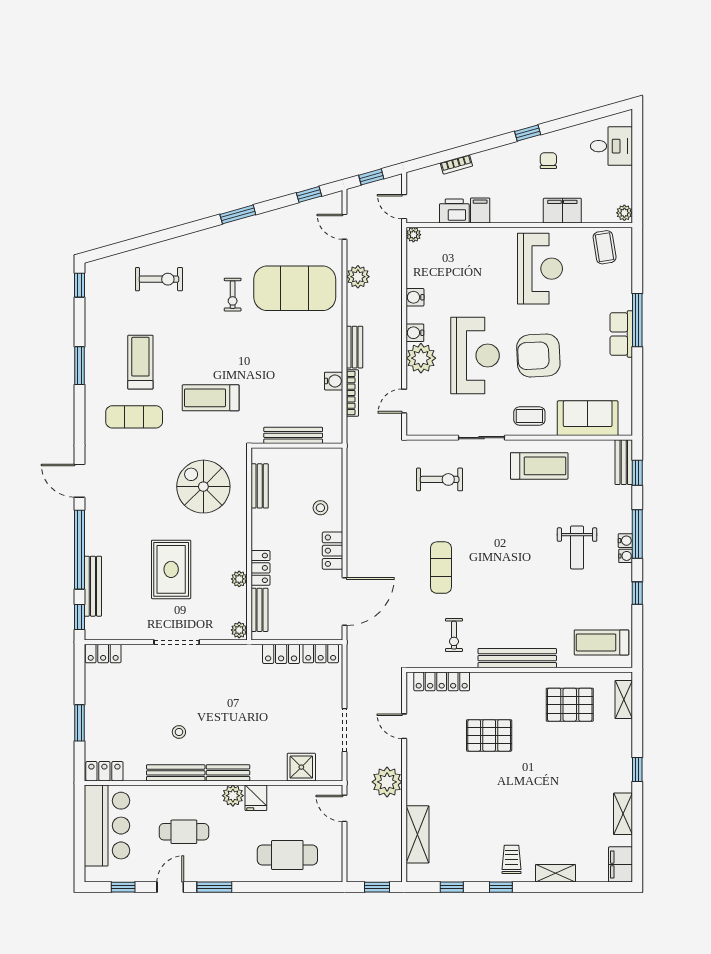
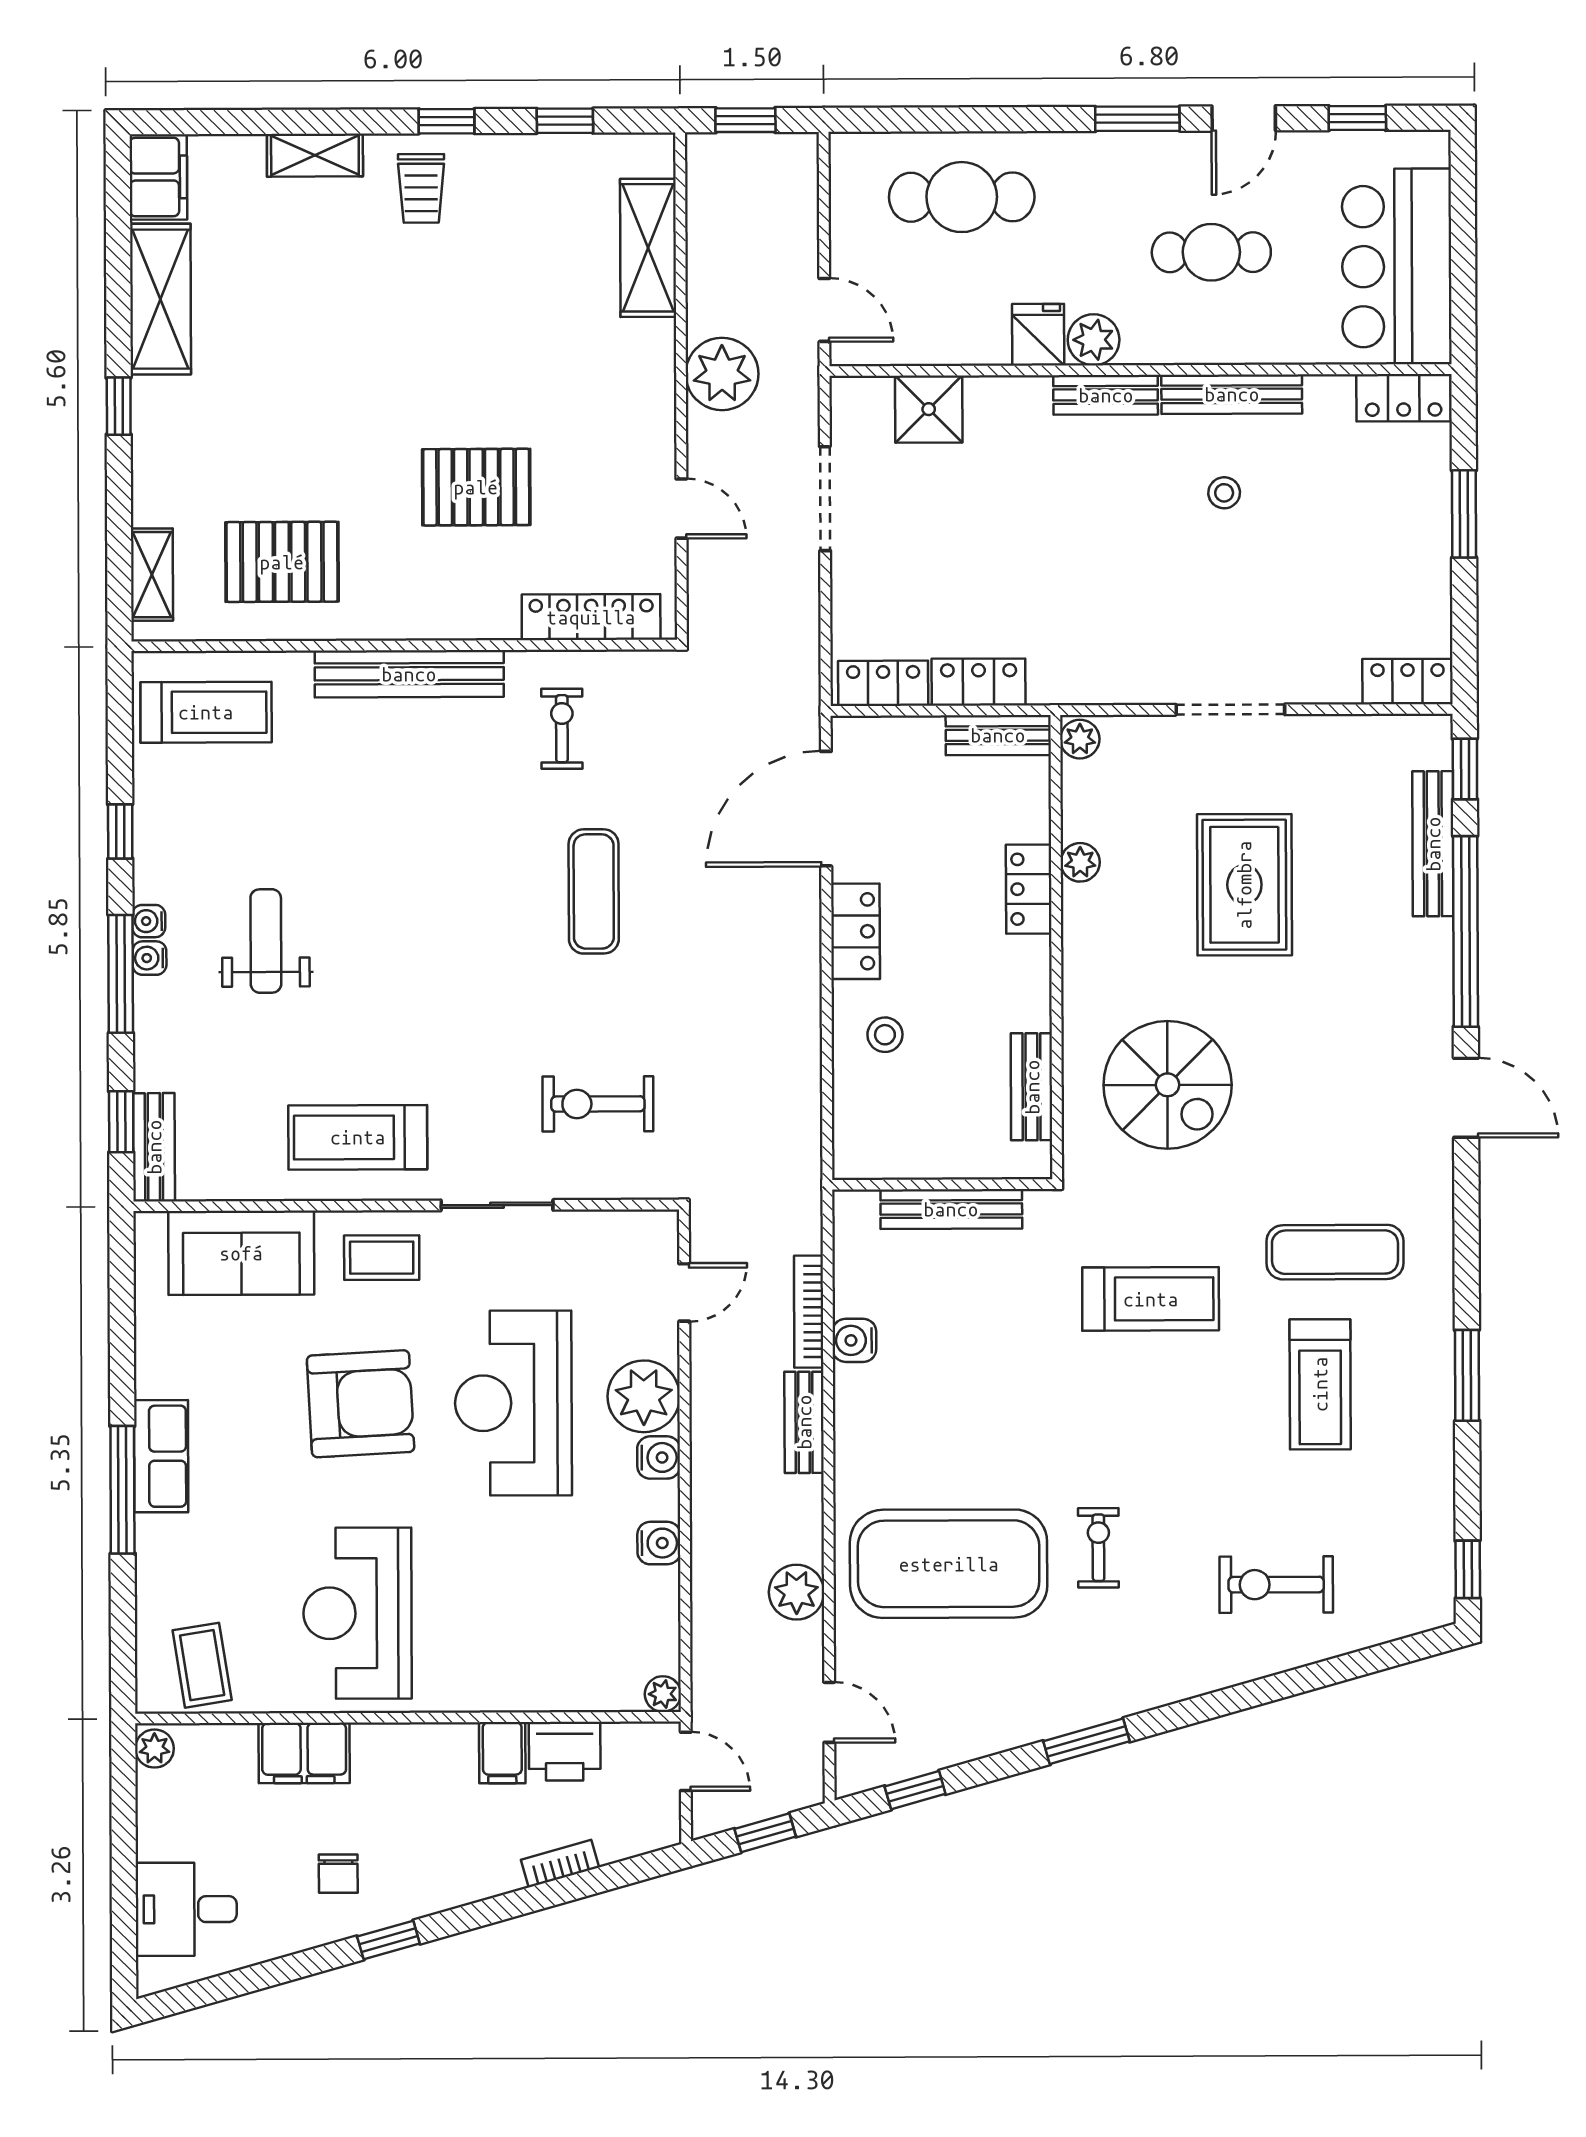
bench: (260, 610) -> (998, 735), moved, turned 90
shelving: (623, 814) -> (160, 299), width x1.50, depth x1.33

